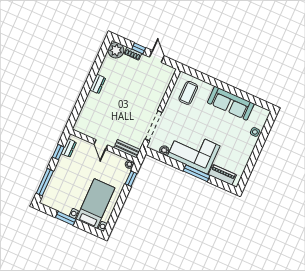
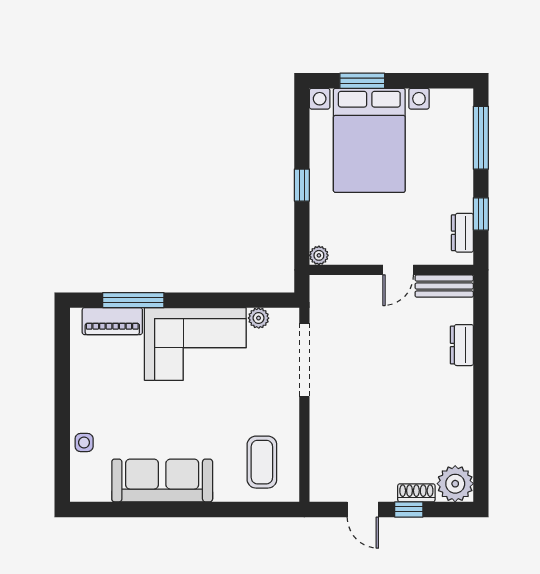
dresser: (98, 84) -> (462, 345), moved
door: (101, 145) -> (398, 270), swing flipped
bench: (127, 149) -> (444, 286), moved
window: (197, 173) -> (133, 300), moved
window: (131, 179) -> (302, 185), moved
bed with nightstands: (95, 204) -> (369, 140), width x1.36
window: (66, 218) -> (362, 81), moved

